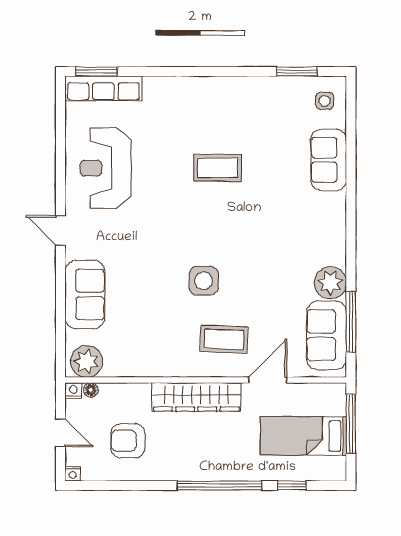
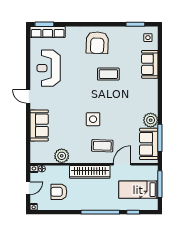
armchair: (213, 112) -> (97, 43), added
coffee table: (218, 168) -> (108, 74), moved
plant: (87, 361) -> (62, 156), moved
door: (60, 433) -> (28, 188), hinge flipped

